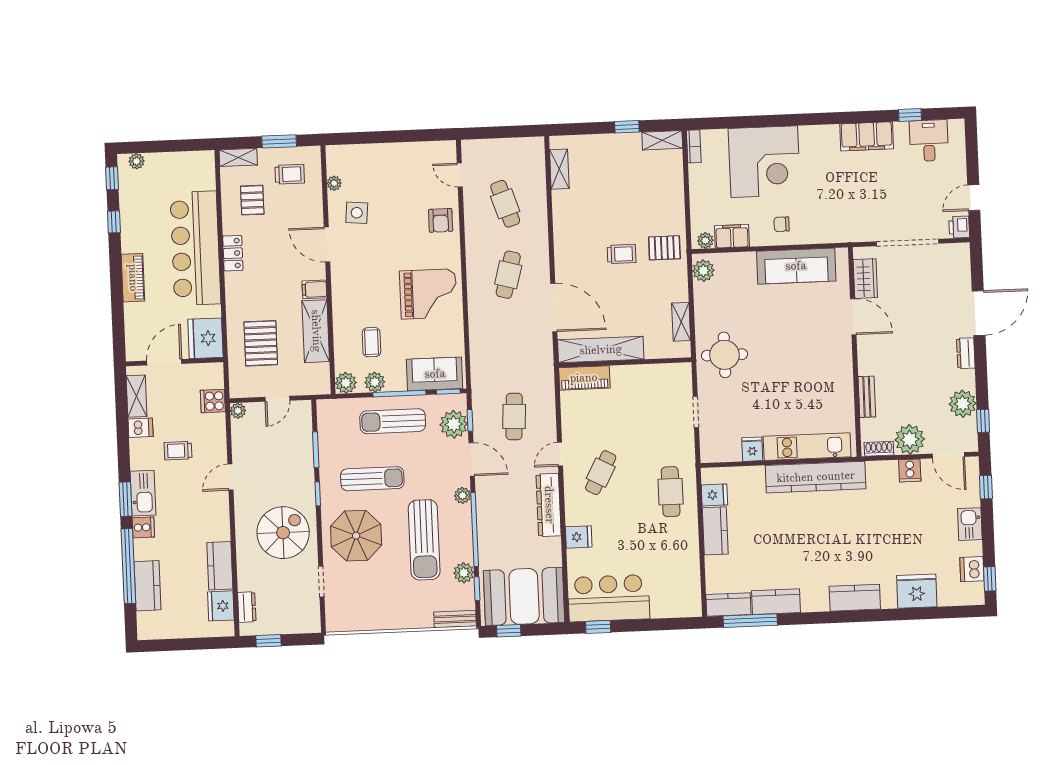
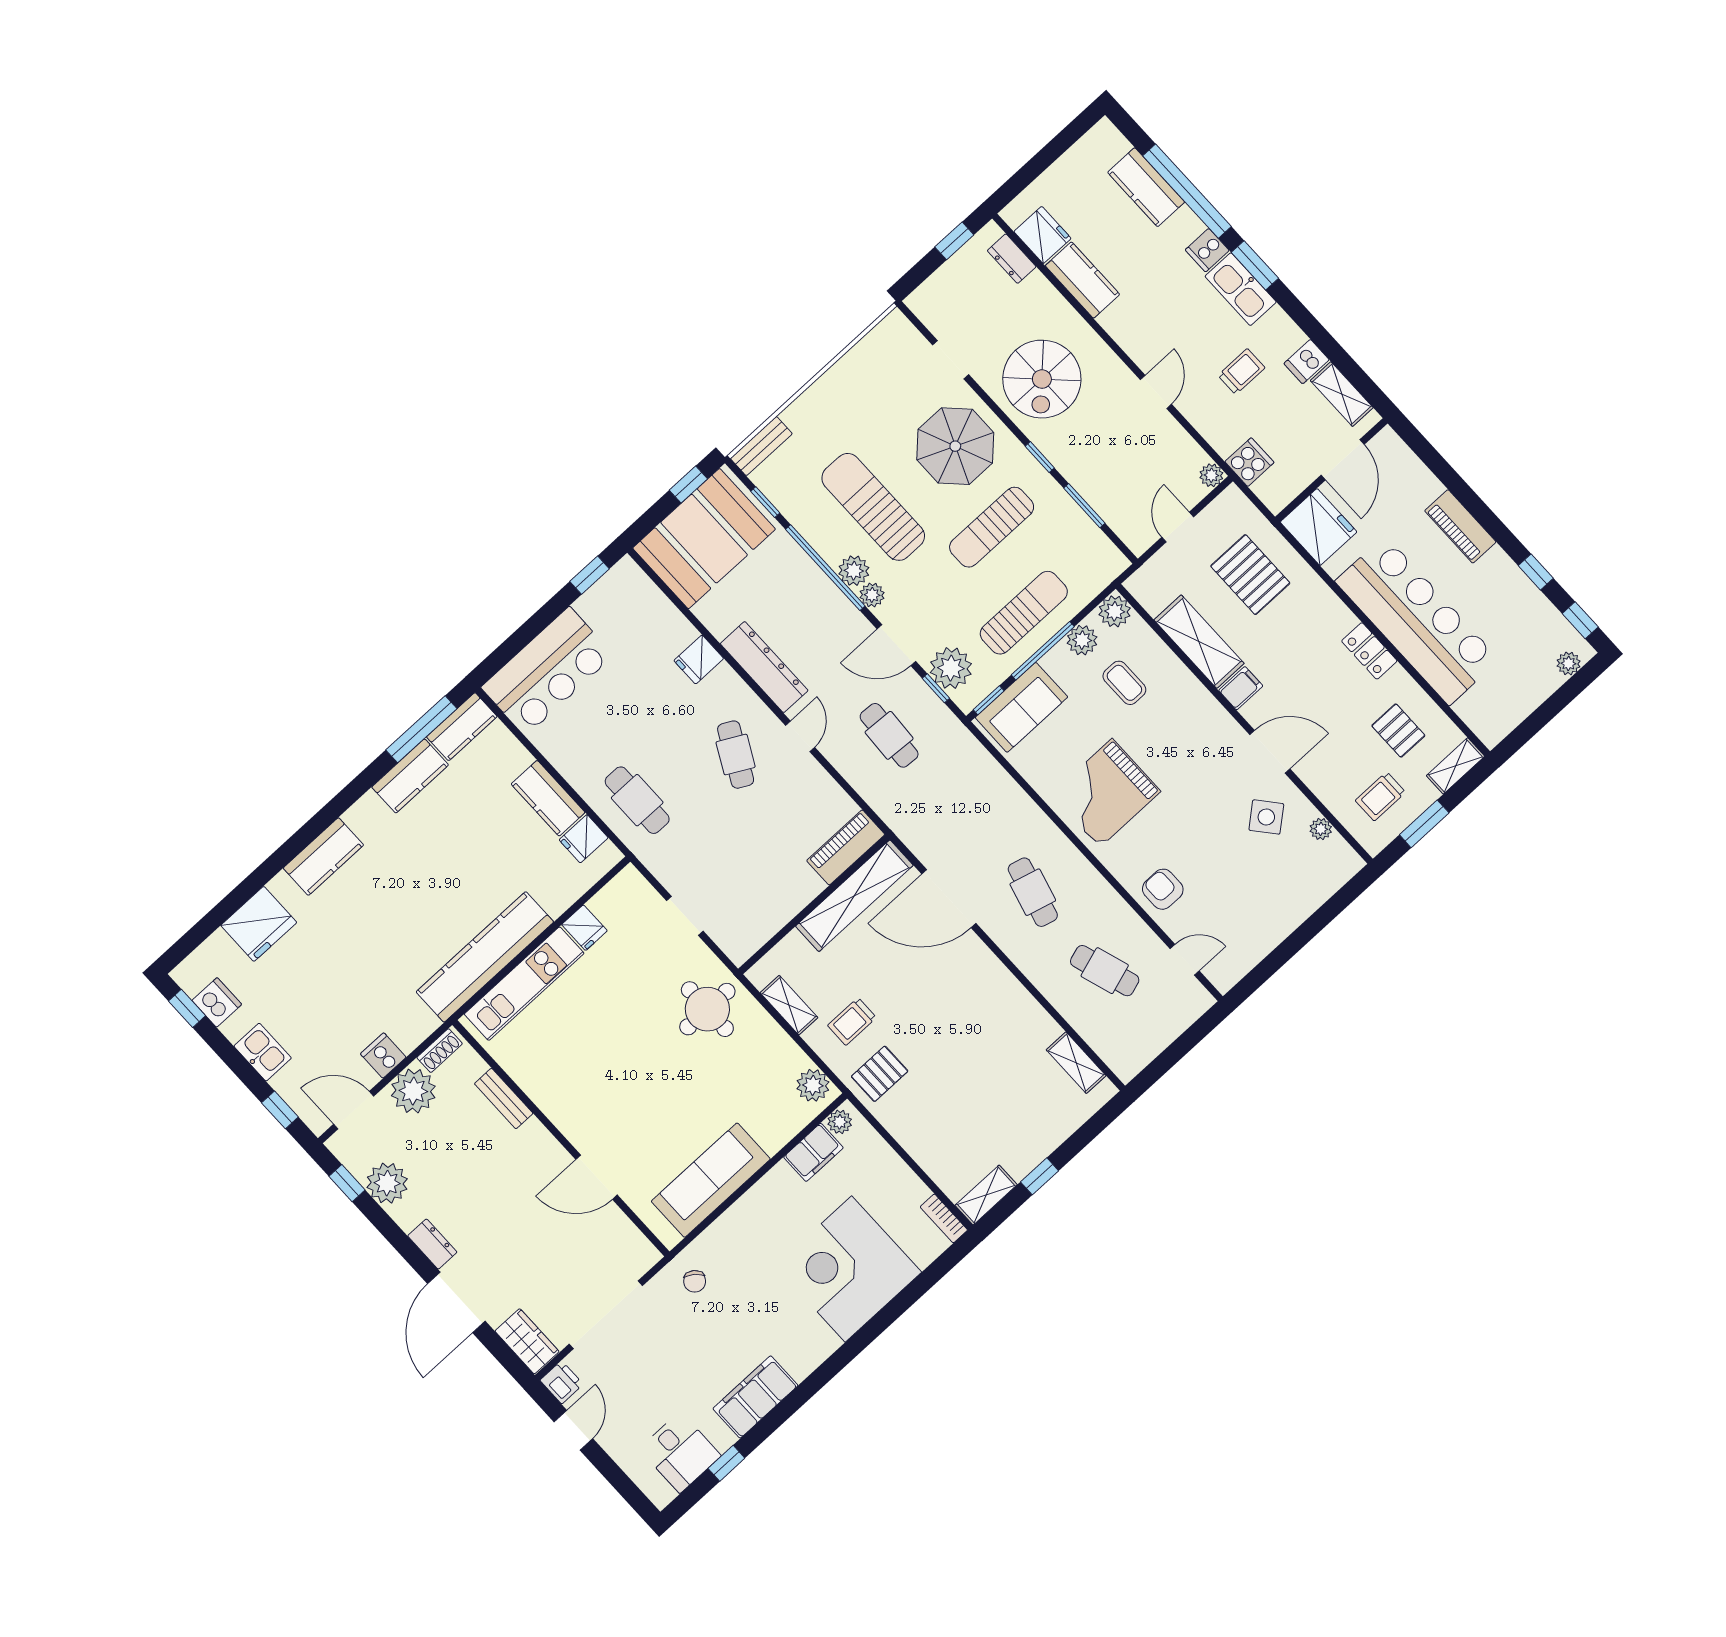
side table: (357, 213) -> (1266, 817), turned 45
chair: (782, 224) -> (695, 1281), moved, turned 128
trolley: (622, 254) -> (852, 1022), moved
wardrobe: (865, 279) -> (527, 1341), moved, turned 180
plant: (464, 573) -> (854, 571), moved
bar counter: (609, 598) -> (547, 671), moved

